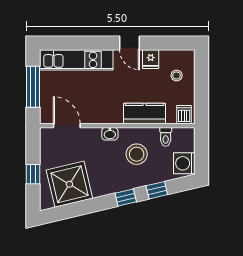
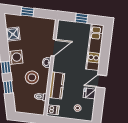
window: (33, 87) -> (82, 18), width x0.46
door: (67, 126) -> (54, 48), moved
washing machine: (184, 163) -> (16, 57), moved, turned 77
shower: (69, 184) -> (13, 34), width x0.54, depth x0.54

